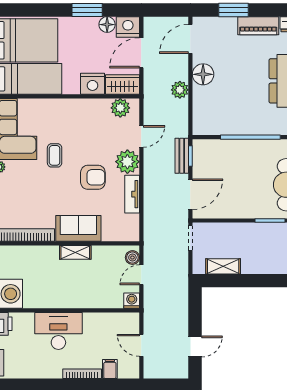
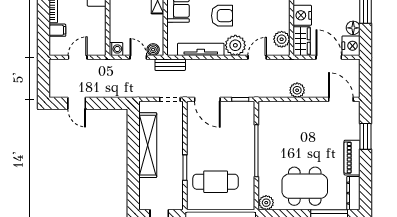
floor lamp: (203, 74) -> (310, 110), removed
door: (141, 136) -> (257, 57), swing flipped
bench: (182, 156) -> (170, 65), moved
armchair: (93, 177) -> (222, 16), turned -90
tv unit: (132, 194) -> (201, 49), width x1.41
shelving: (223, 266) -> (148, 145), width x2.20, depth x1.33

